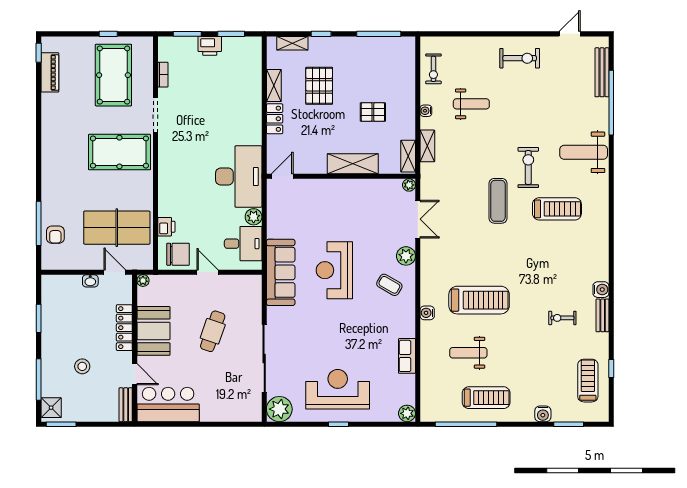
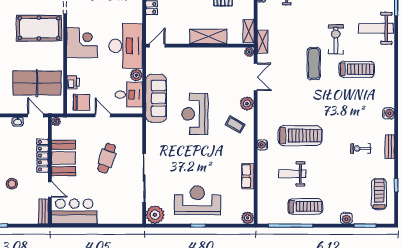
shelving: (427, 146) -> (263, 42), moved
corner desk: (179, 172) -> (82, 43), added
sofa: (281, 272) -> (156, 98), moved
water cooler: (601, 290) -> (389, 113), moved

